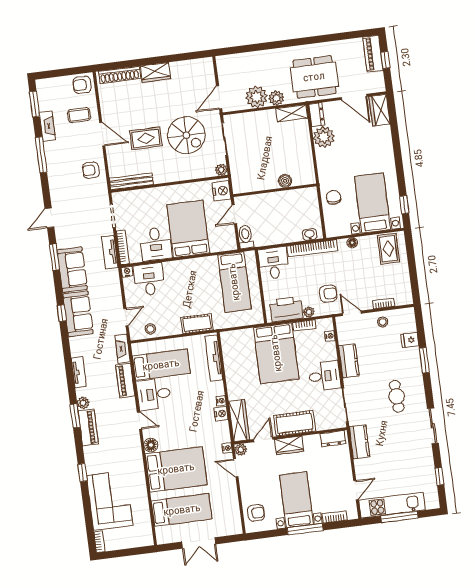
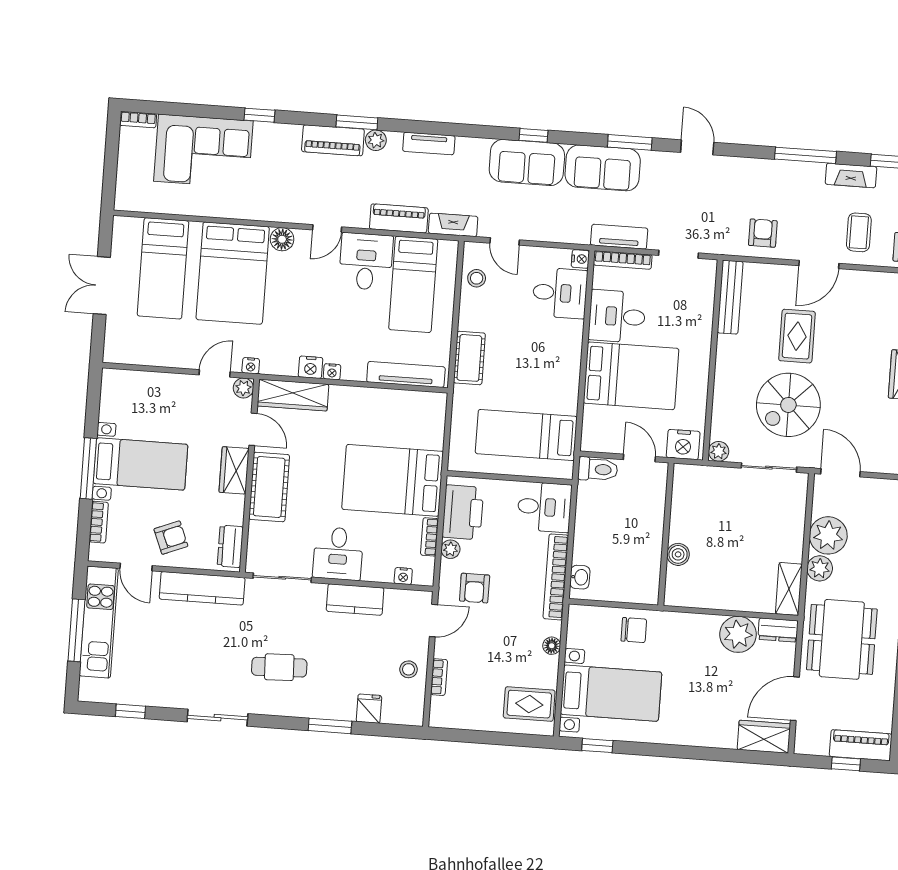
kitchen counter: (359, 442) -> (202, 588), width x1.50
armchair: (256, 513) -> (171, 538), moved, turned -112

